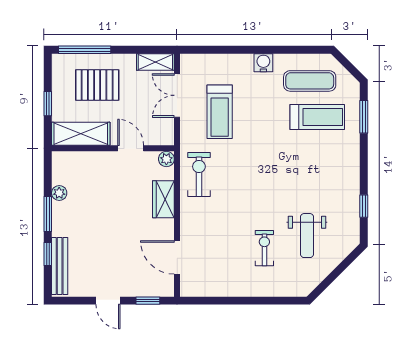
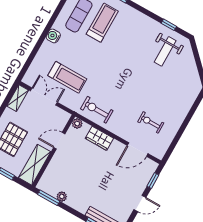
double door: (177, 95) -> (44, 97), swing flipped
window: (48, 214) -> (49, 198), moved
weight bench: (307, 236) -> (165, 51), moved, turned 90
exercise bike: (264, 248) -> (151, 122), moved

